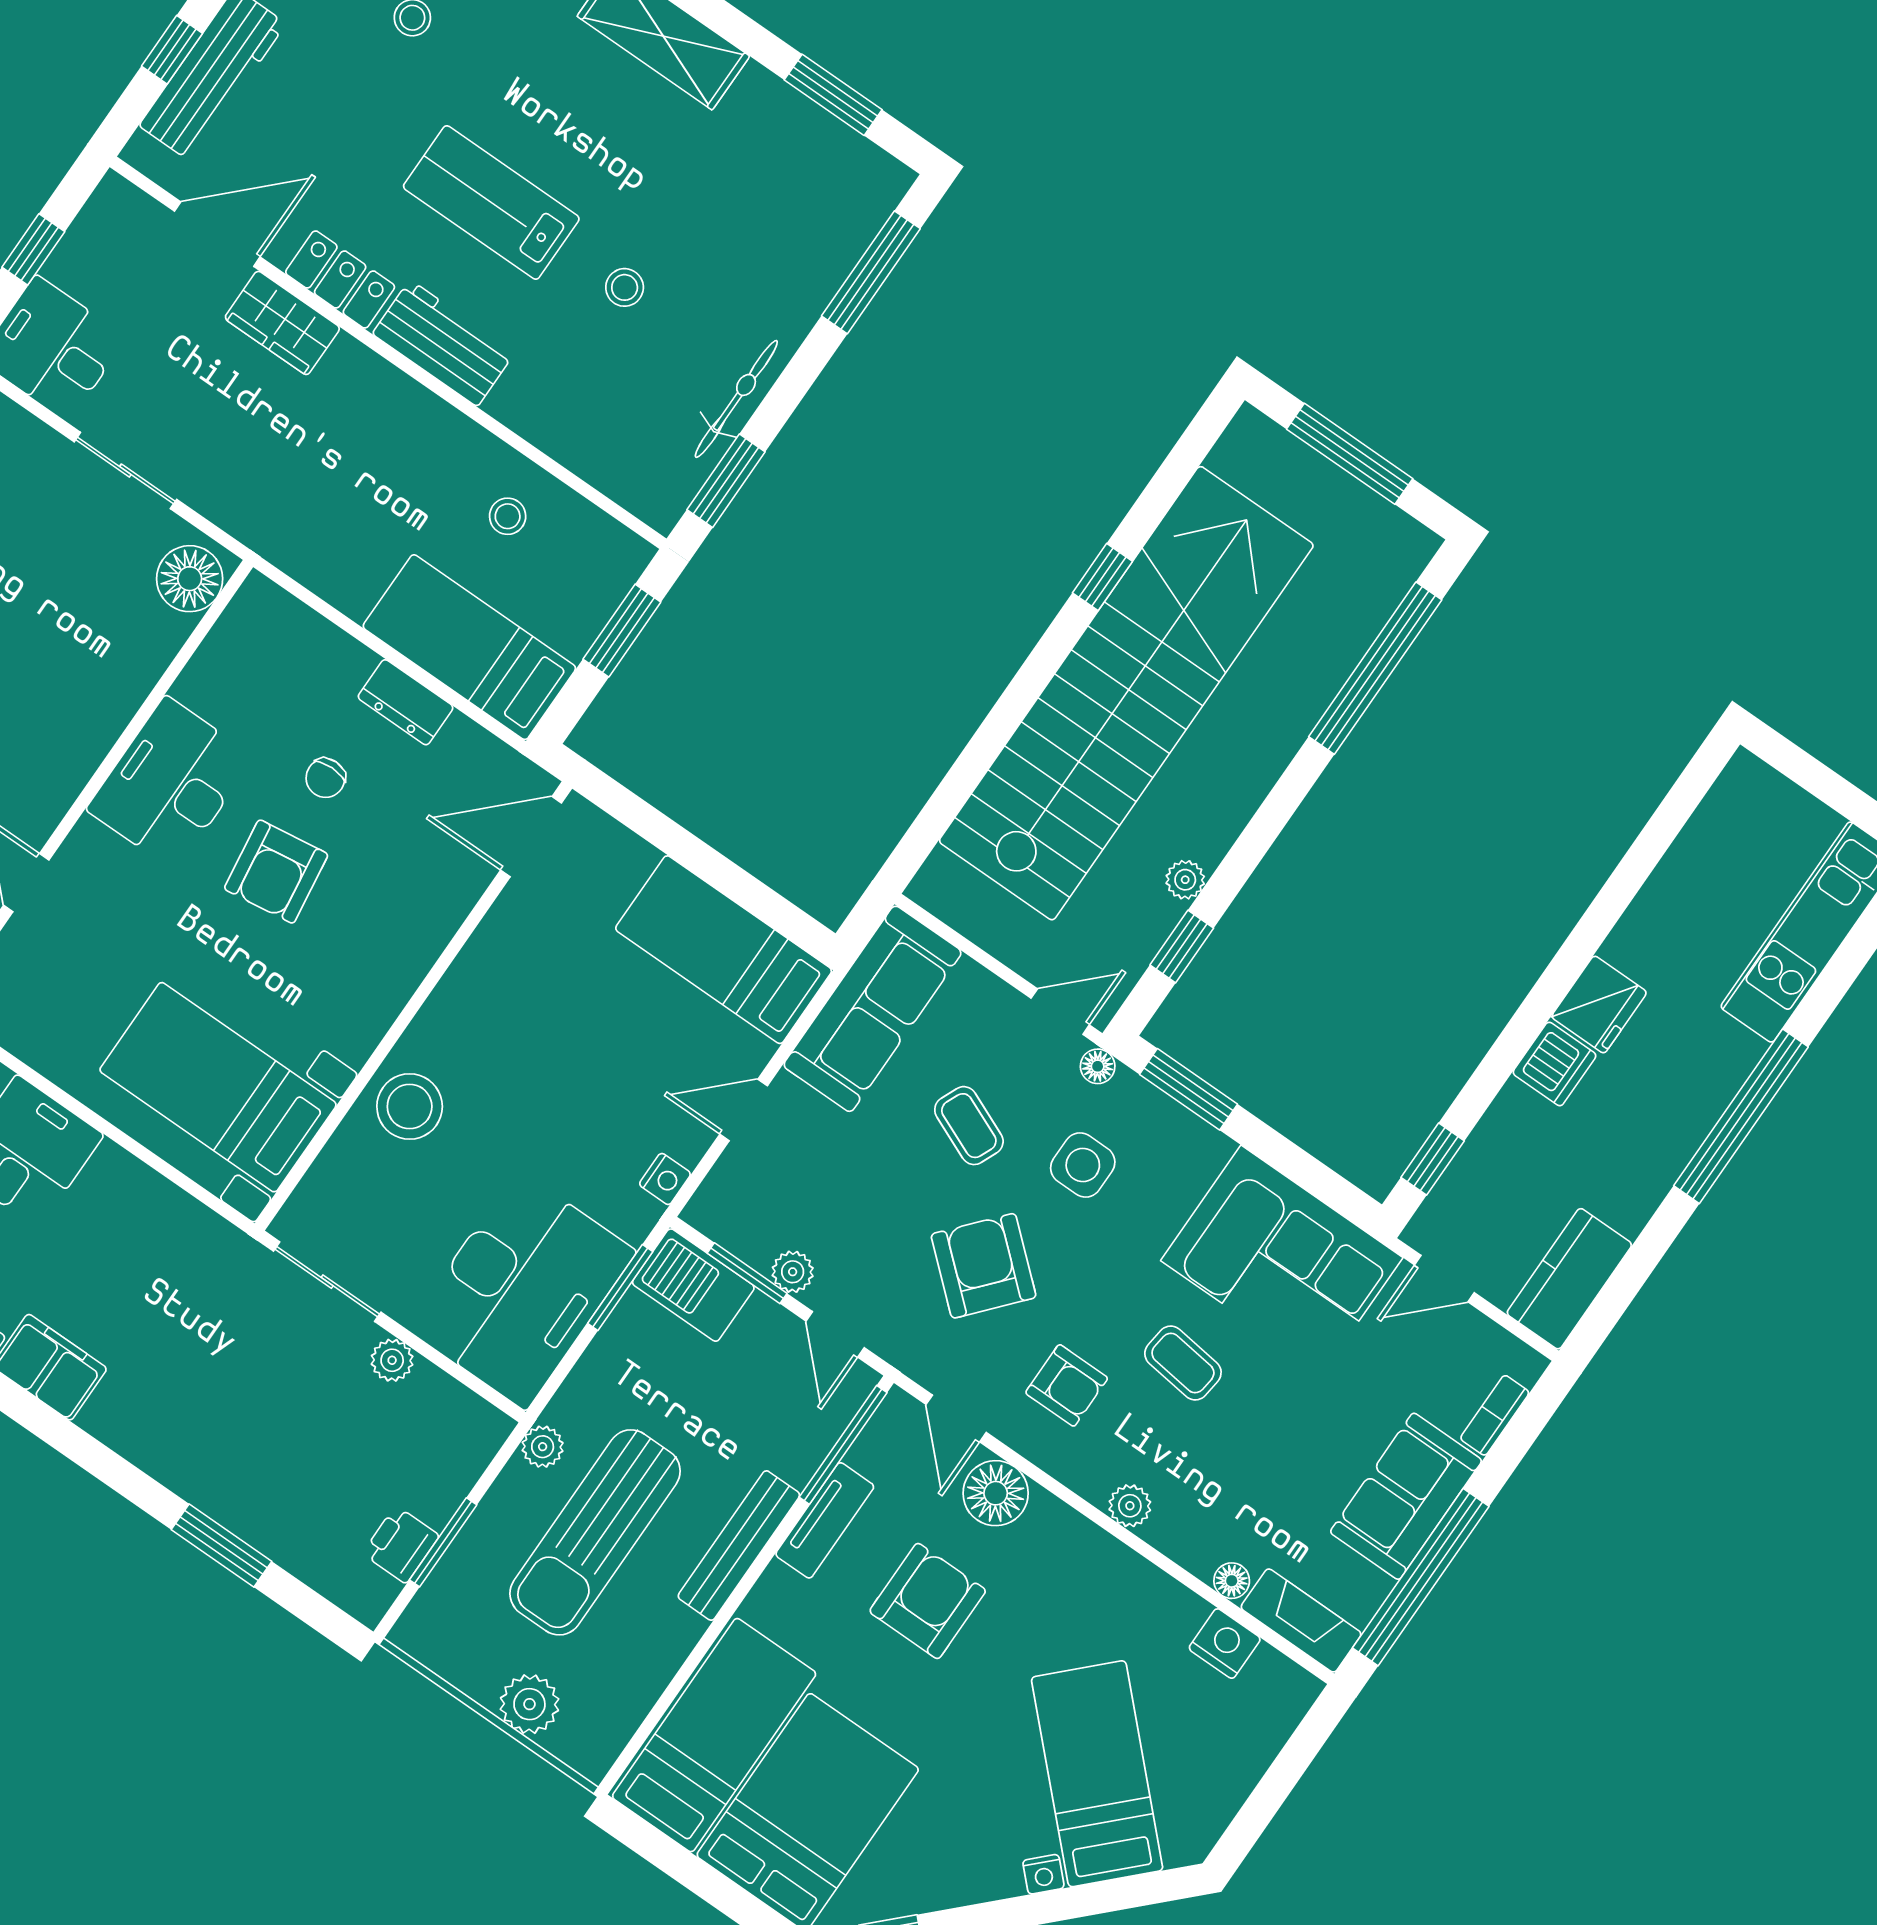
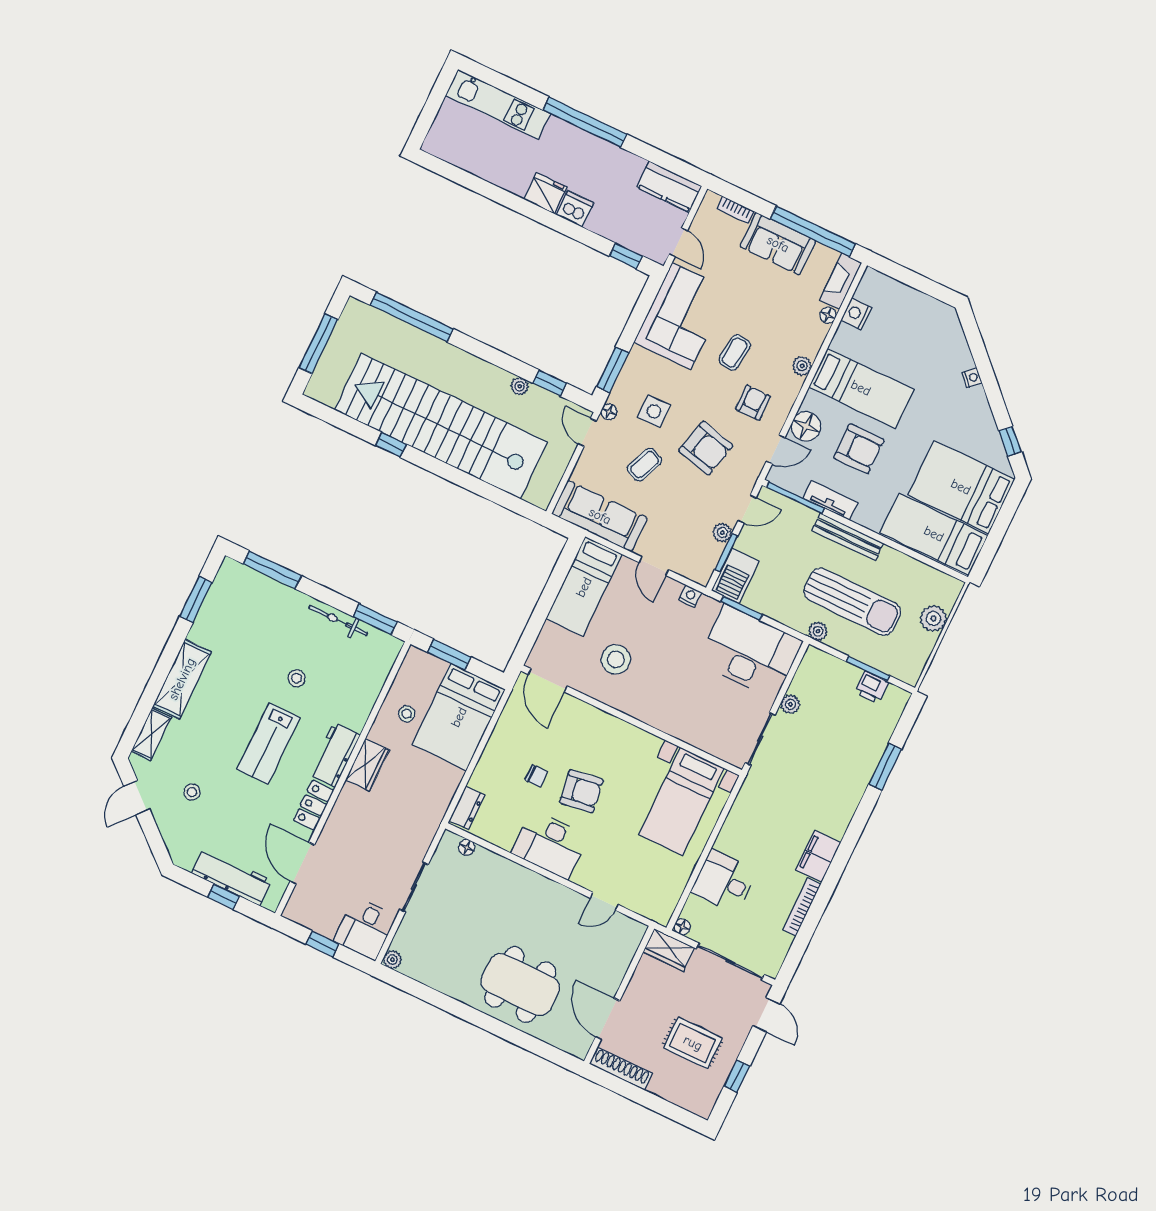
wardrobe: (282, 323) -> (367, 765), moved
floor lamp: (190, 579) -> (467, 847), width x0.53, depth x0.53
bed: (469, 647) -> (459, 717), width x1.50
dresser: (406, 702) -> (467, 808), moved
stool: (410, 1107) -> (616, 659), moved
armchair: (984, 1266) -> (706, 448), turned -117
armchair: (928, 1601) -> (859, 449), turned 180
bed: (1097, 1774) -> (861, 388), moved, turned -135

